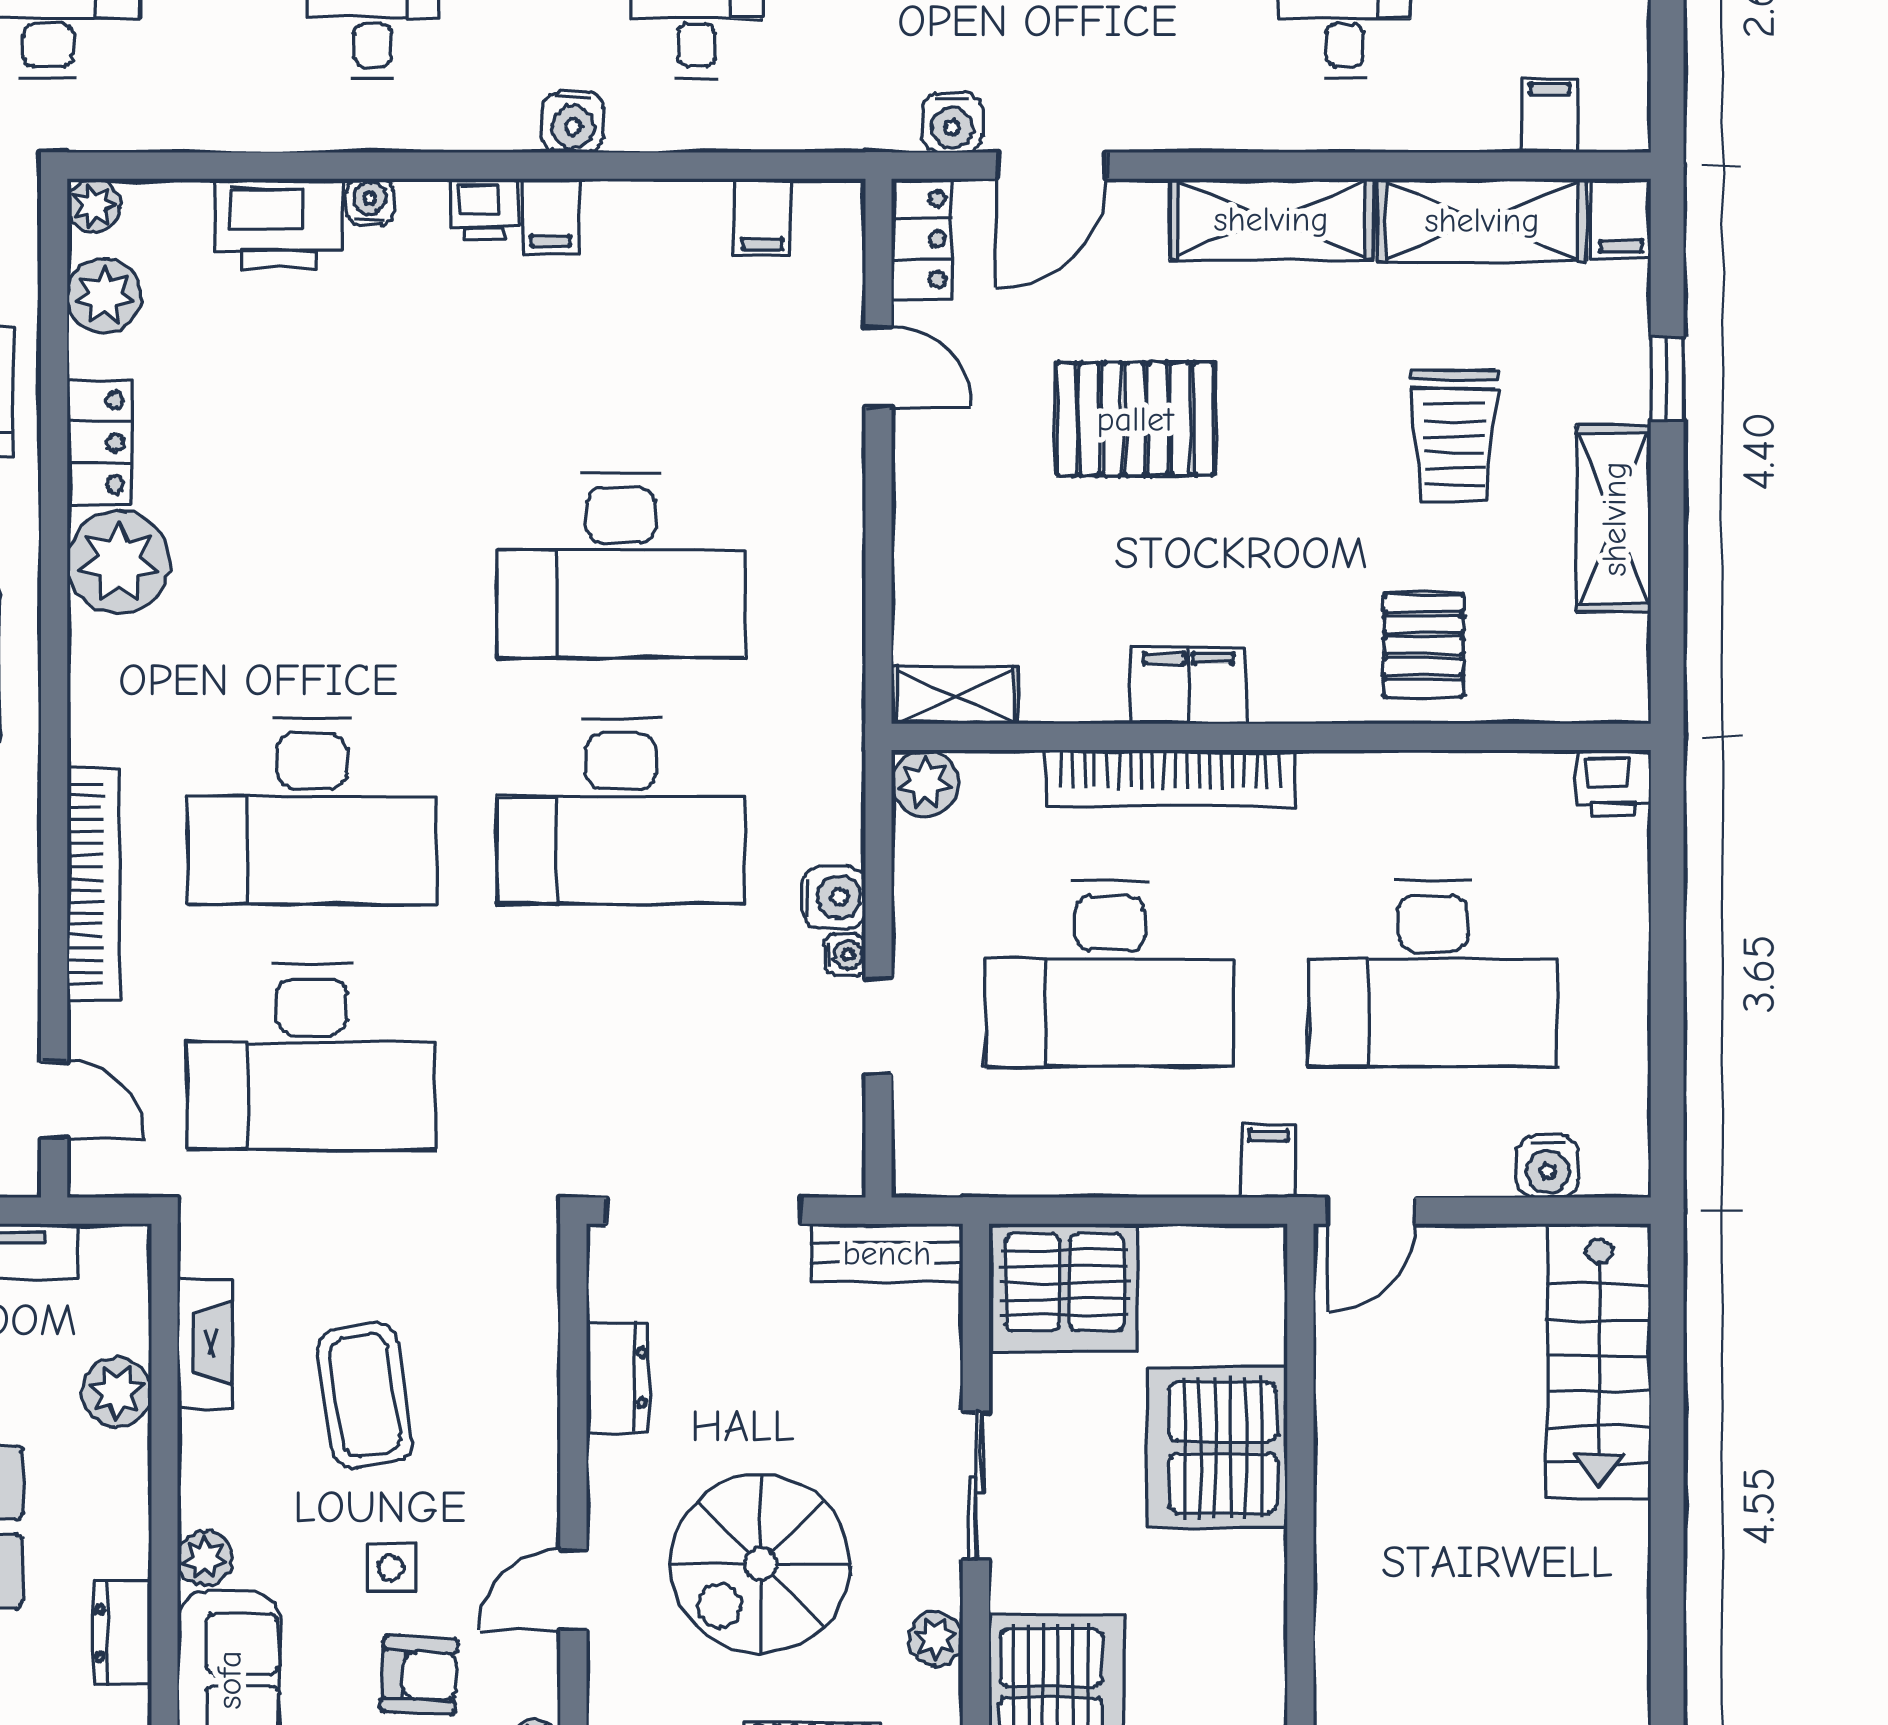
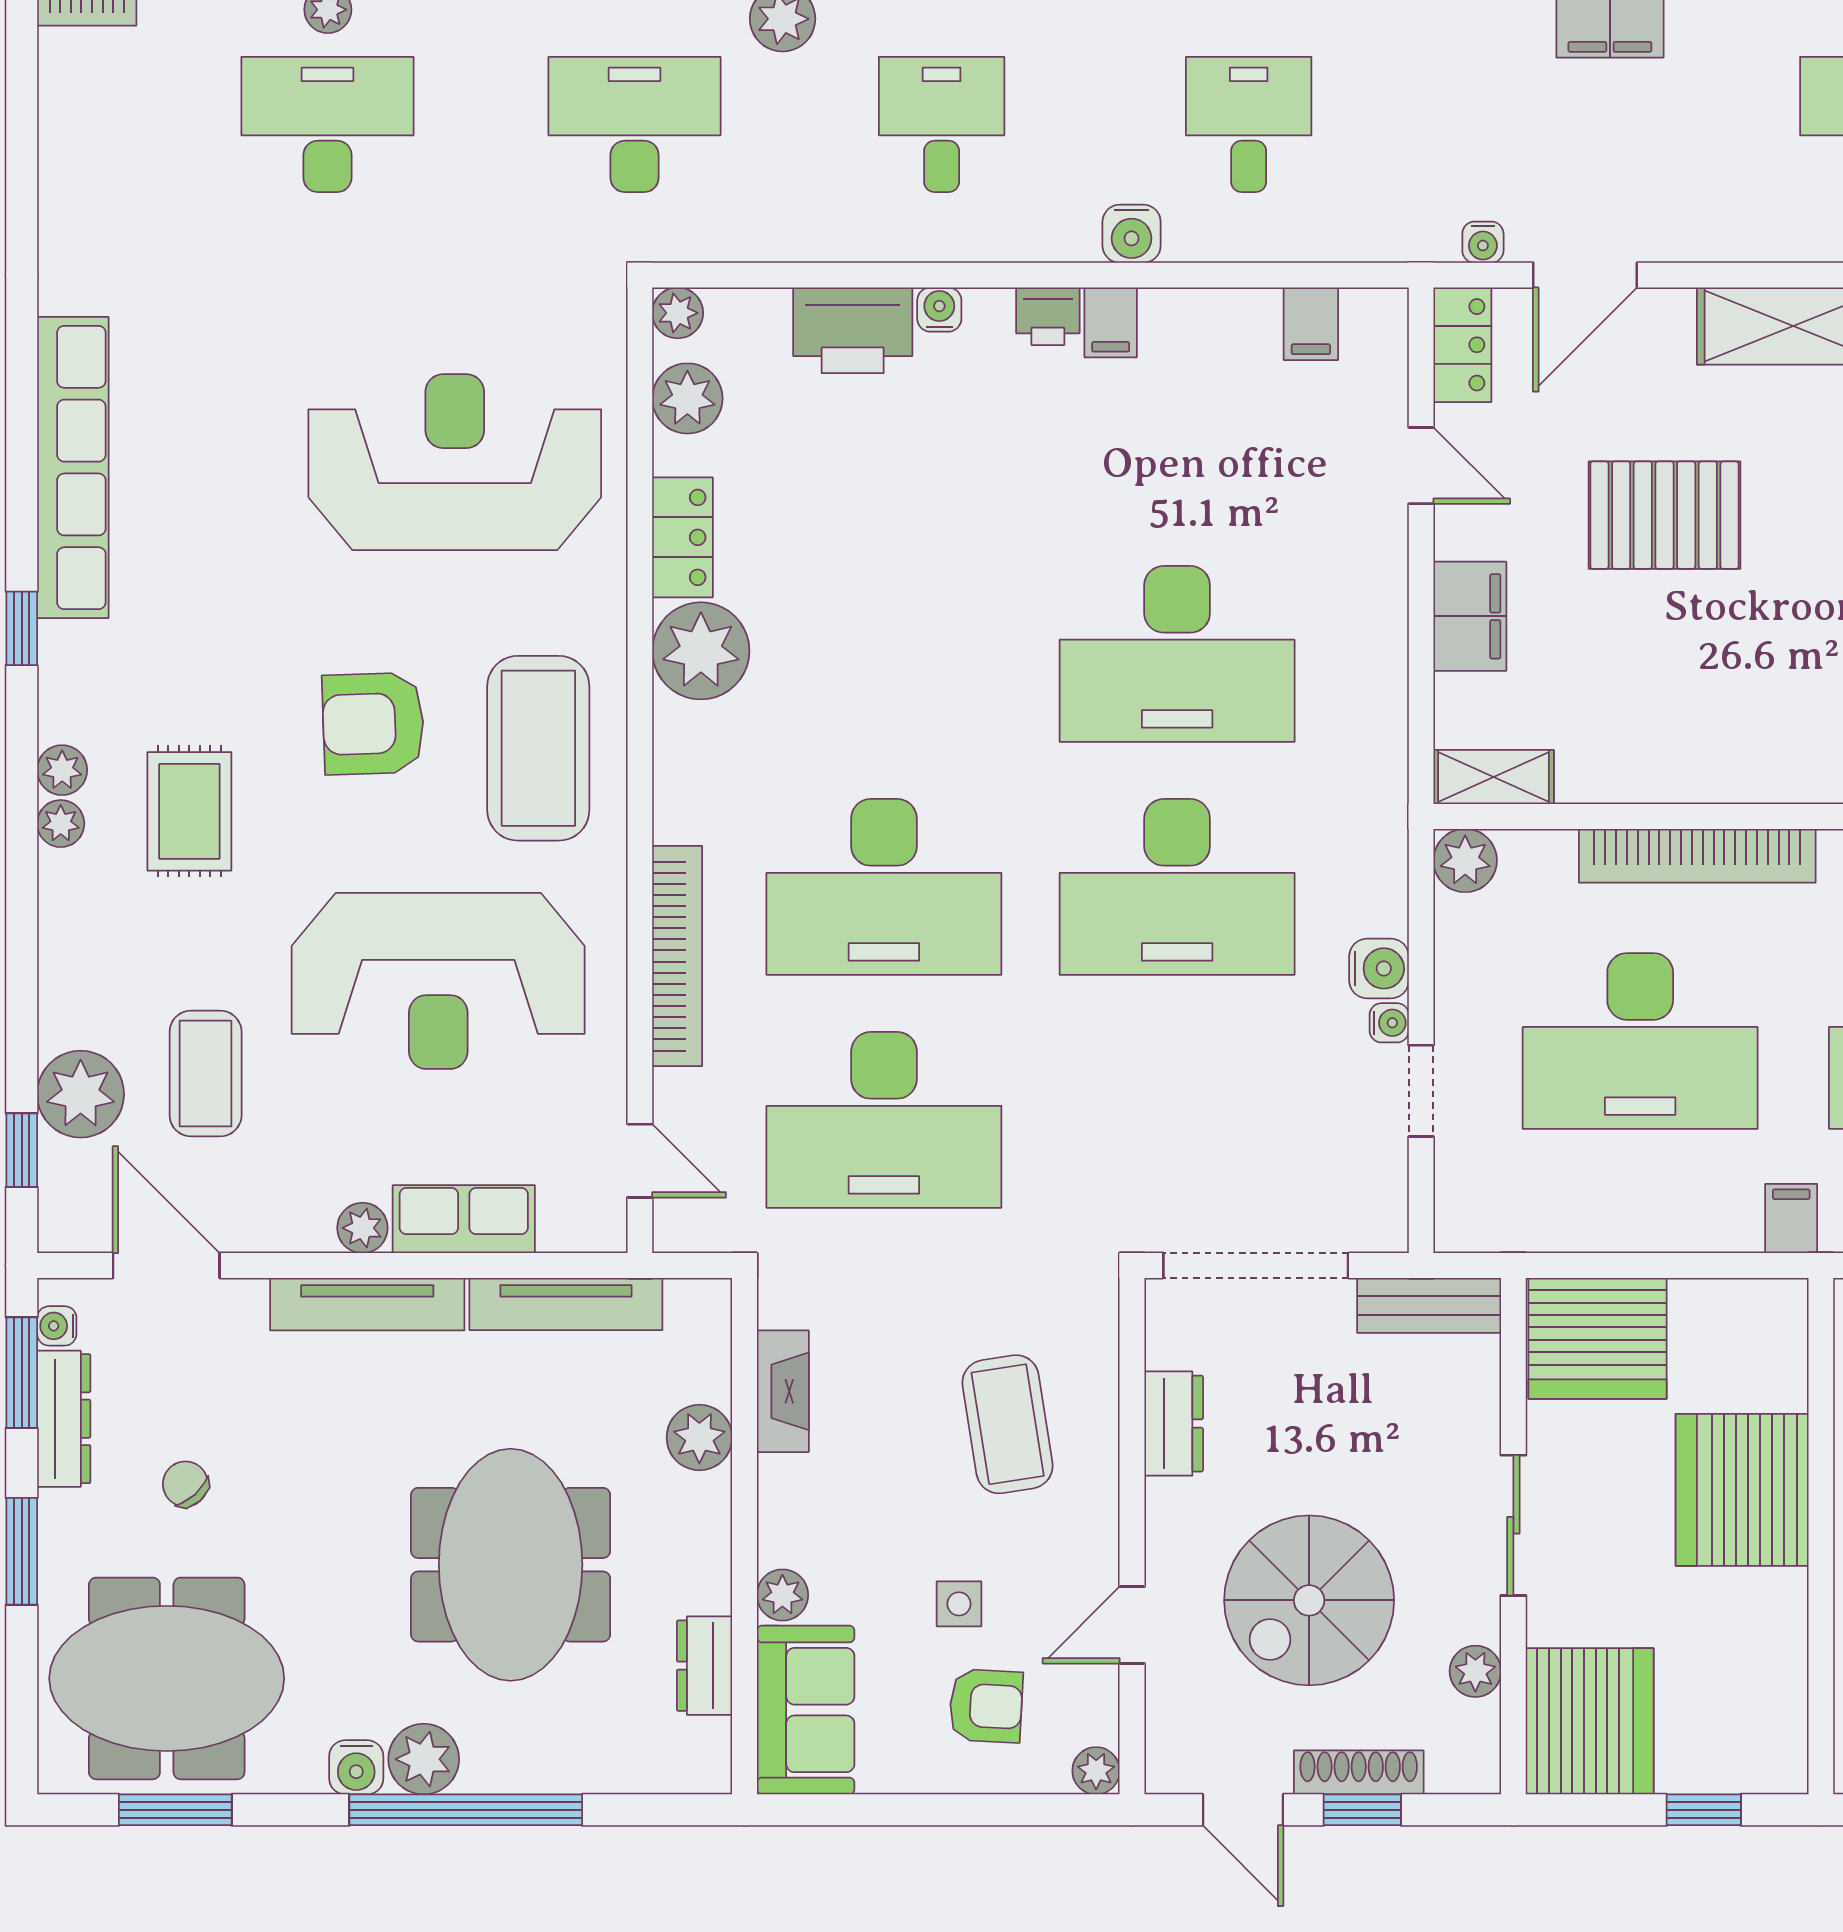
water cooler: (952, 123) -> (1483, 242), width x0.72, depth x0.72
filing cabinet: (1189, 685) -> (1470, 616), moved, turned 90
coffee table: (365, 1396) -> (1008, 1424), moved

